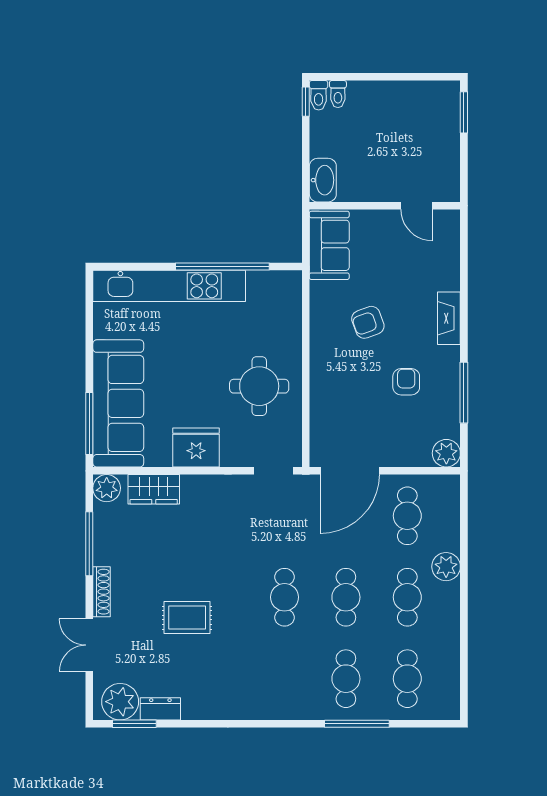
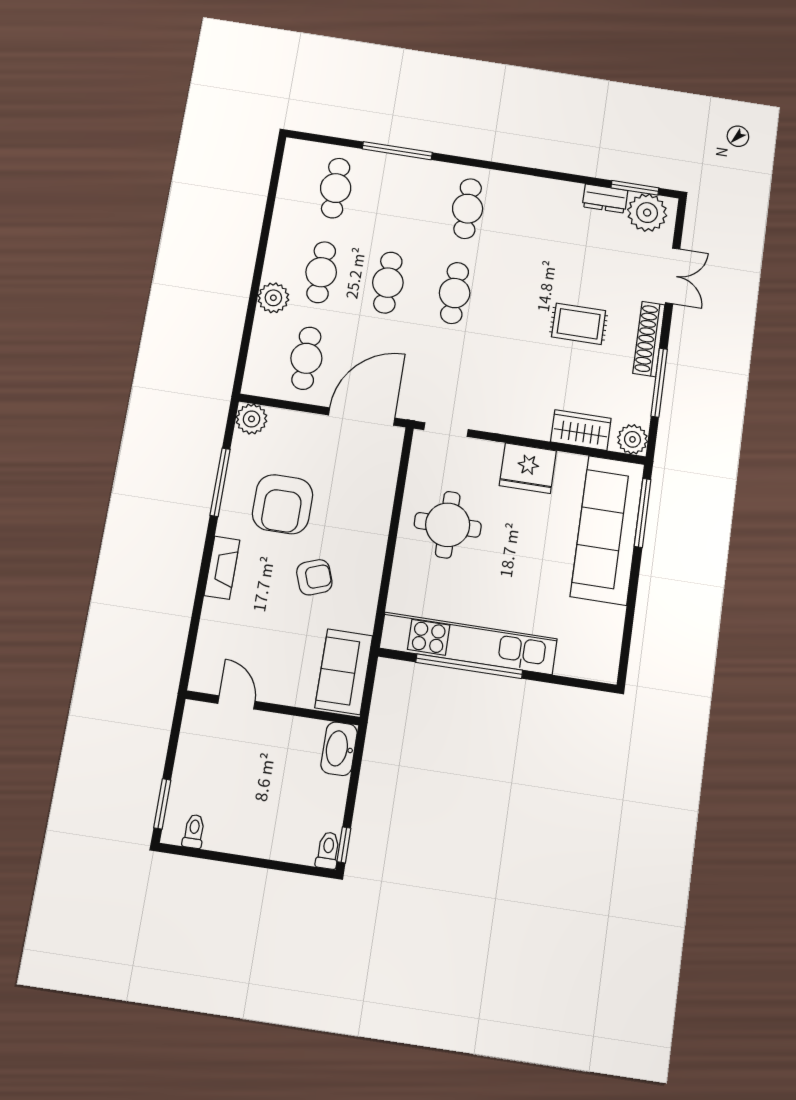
toilet: (338, 94) -> (194, 831), moved
kitchen unit: (169, 286) -> (468, 643), moved
armchair: (406, 382) -> (283, 504), width x1.88, depth x1.88
shoe rack: (102, 592) -> (649, 339), width x1.36, depth x1.24
rug: (187, 618) -> (579, 324), moved
cafe table: (346, 679) -> (468, 209), moved

